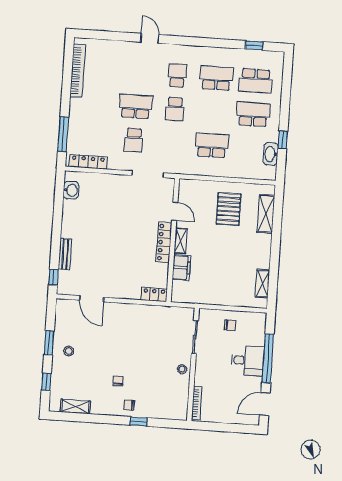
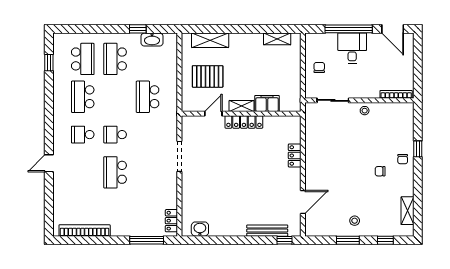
school desk: (175, 109) -> (115, 135), turned 180
school desk: (133, 140) -> (148, 172), removed
locker: (88, 162) -> (171, 221), width x0.66
door: (175, 211) -> (213, 114), moved
wall: (173, 240) -> (241, 114), moved
shelving: (181, 241) -> (241, 106), moved
locker: (164, 242) -> (244, 122), moved
bench: (65, 254) -> (267, 231), width x1.36
filing cabinet: (181, 268) -> (267, 103), moved
locker: (154, 294) -> (295, 155), moved

